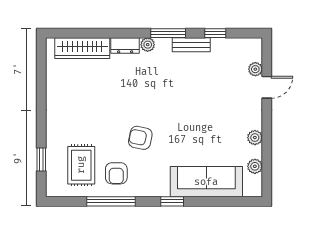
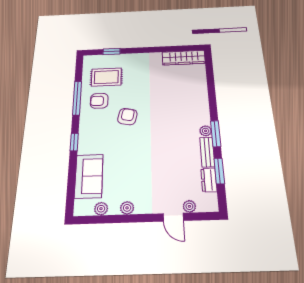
window: (215, 33) -> (219, 171), width x1.50
plant: (148, 45) -> (206, 131), moved
dresser: (125, 46) -> (209, 180), moved
wardrobe: (82, 48) -> (184, 58), moved, turned -90
sofa: (206, 182) -> (89, 176), width x0.73

